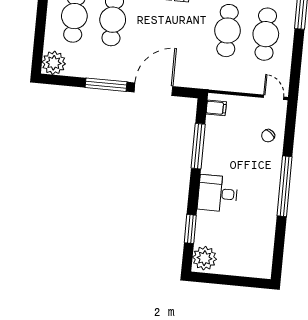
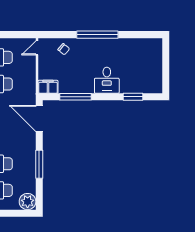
door: (153, 89) -> (39, 118), moved
filing cabinet: (216, 108) -> (48, 87), width x2.00
plant: (205, 258) -> (152, 85), removed

